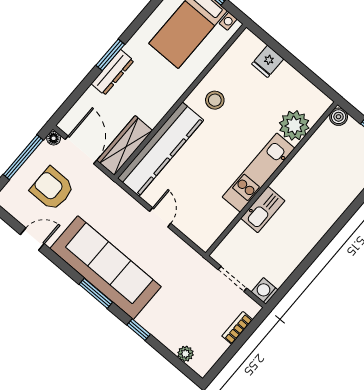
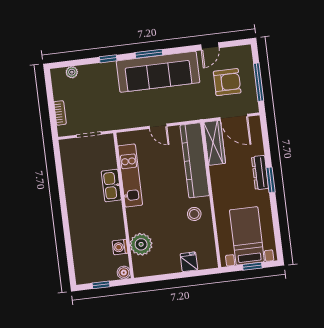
floor lamp: (54, 138) -> (254, 108), removed
kitchen unit: (259, 173) -> (130, 175), moved
washing machine: (265, 291) -> (120, 247), moved, turned 180

